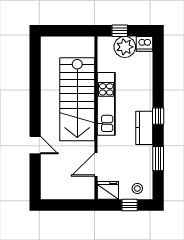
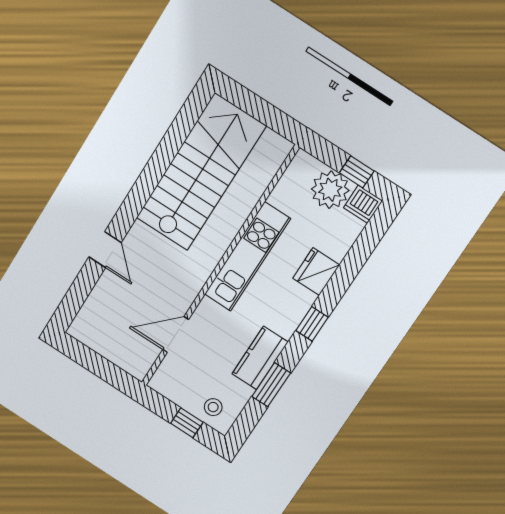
window: (120, 31) -> (357, 172), moved
stairs: (77, 99) -> (201, 172), moved, turned 180
kitchen counter: (144, 128) -> (260, 358), moved
fridge: (108, 190) -> (316, 272), moved, turned -90

